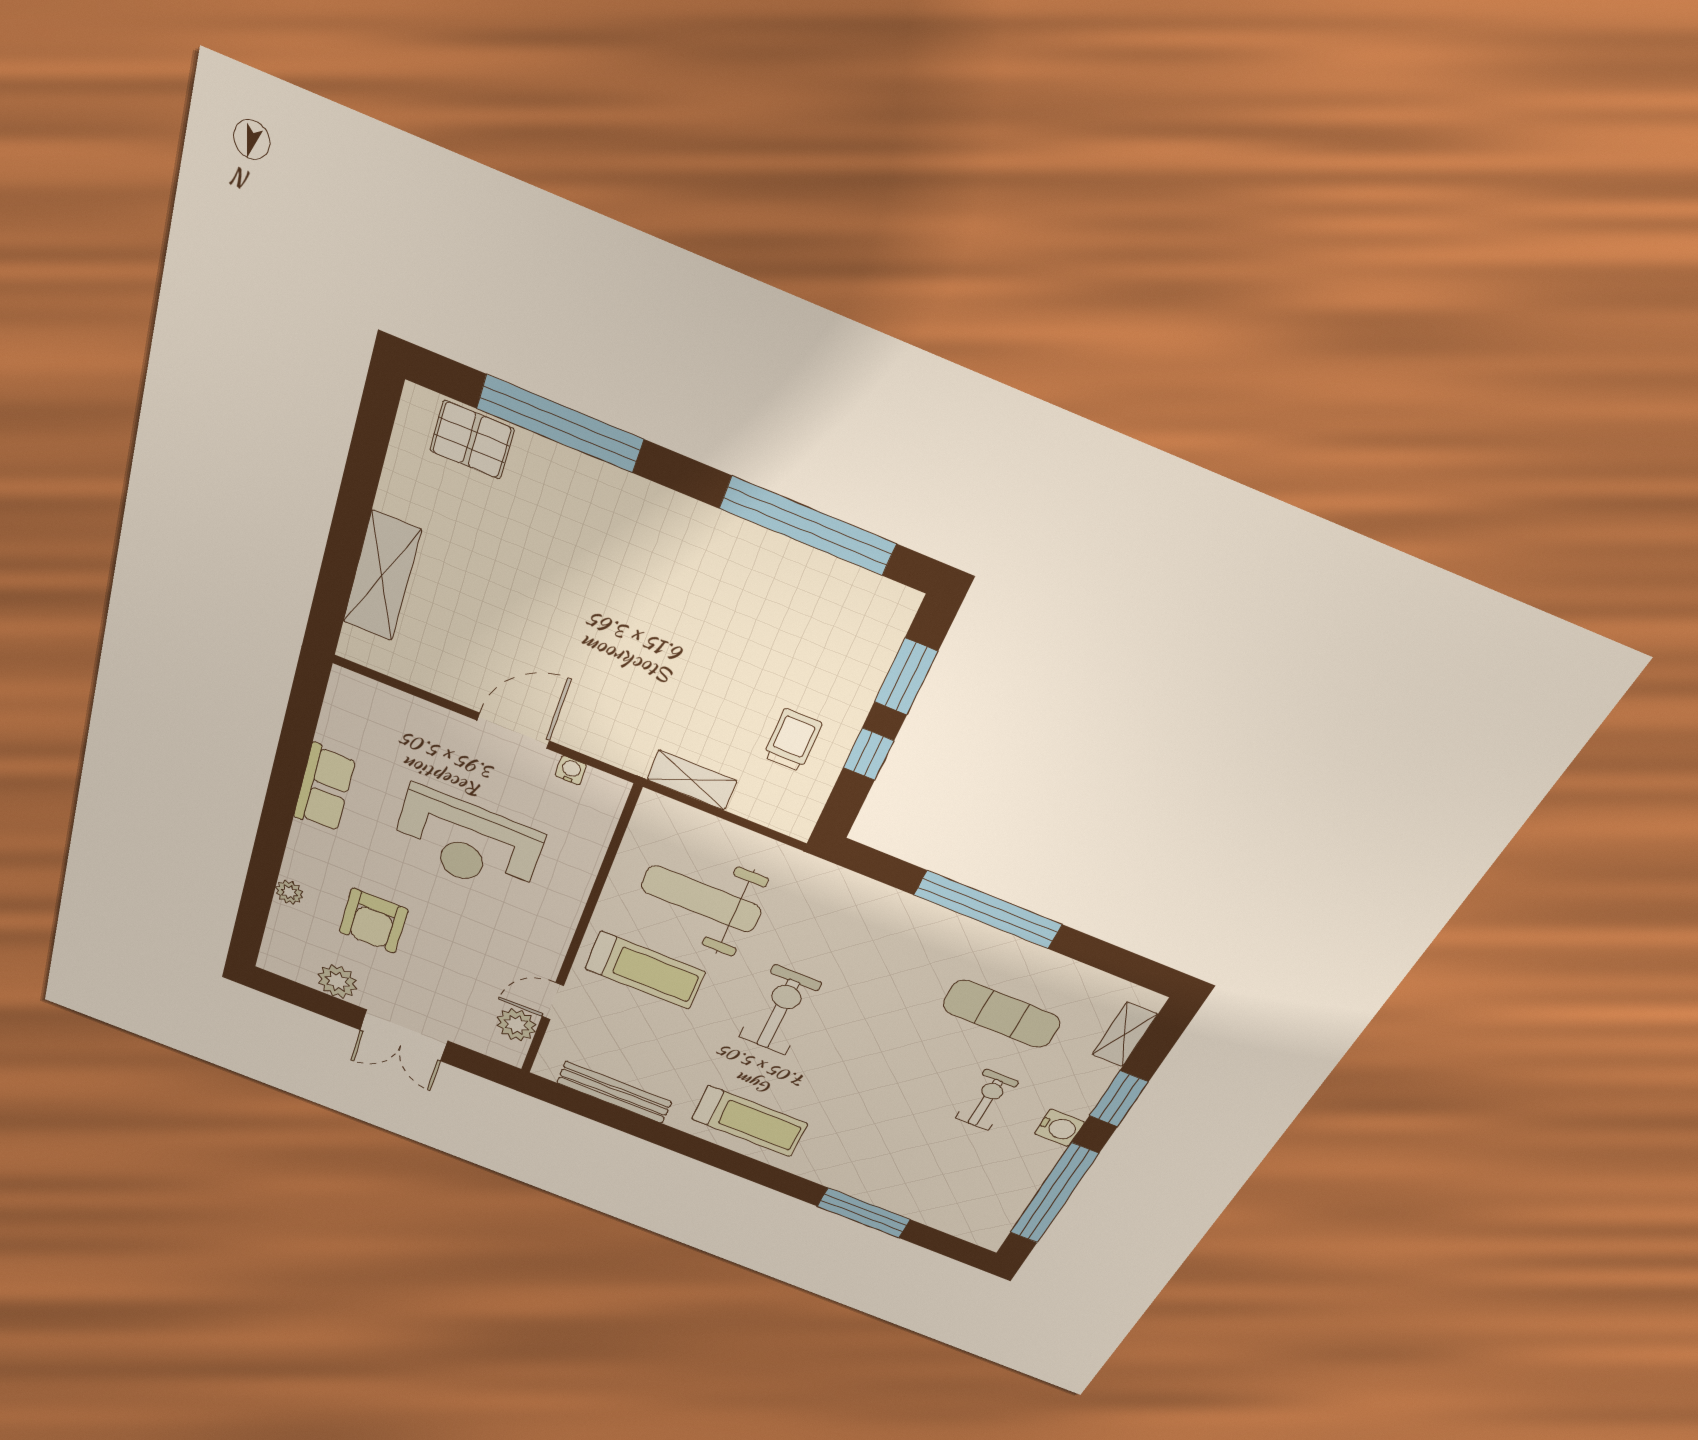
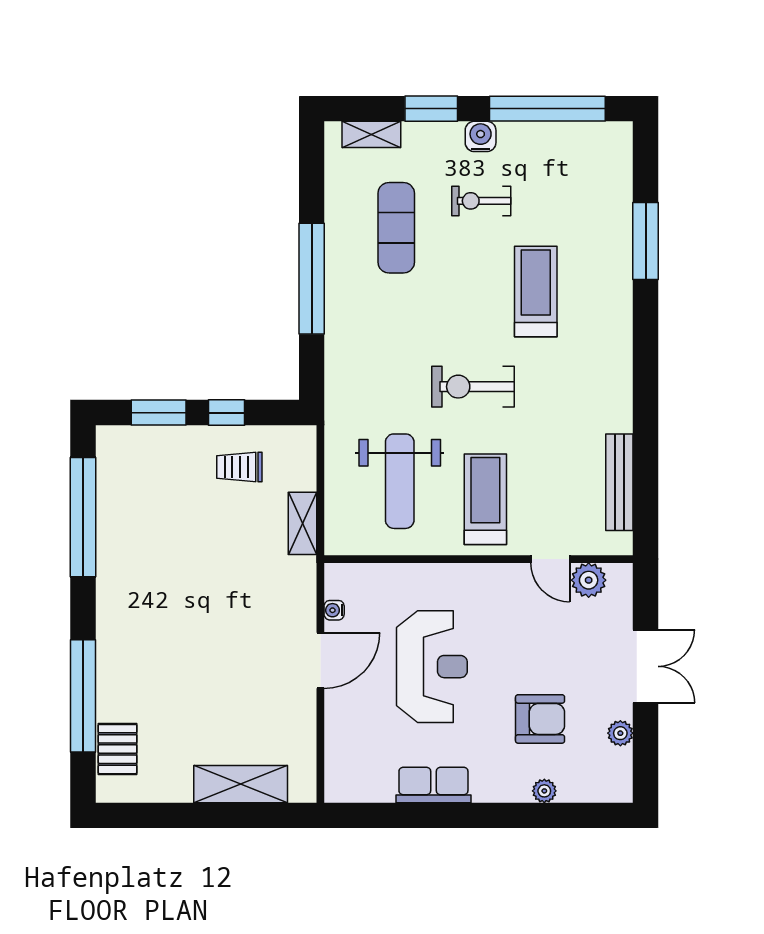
door: (513, 731) -> (320, 660), swing flipped
plant: (337, 981) -> (620, 733), width x0.73, depth x0.73
treadmill: (750, 1121) -> (536, 292), moved

